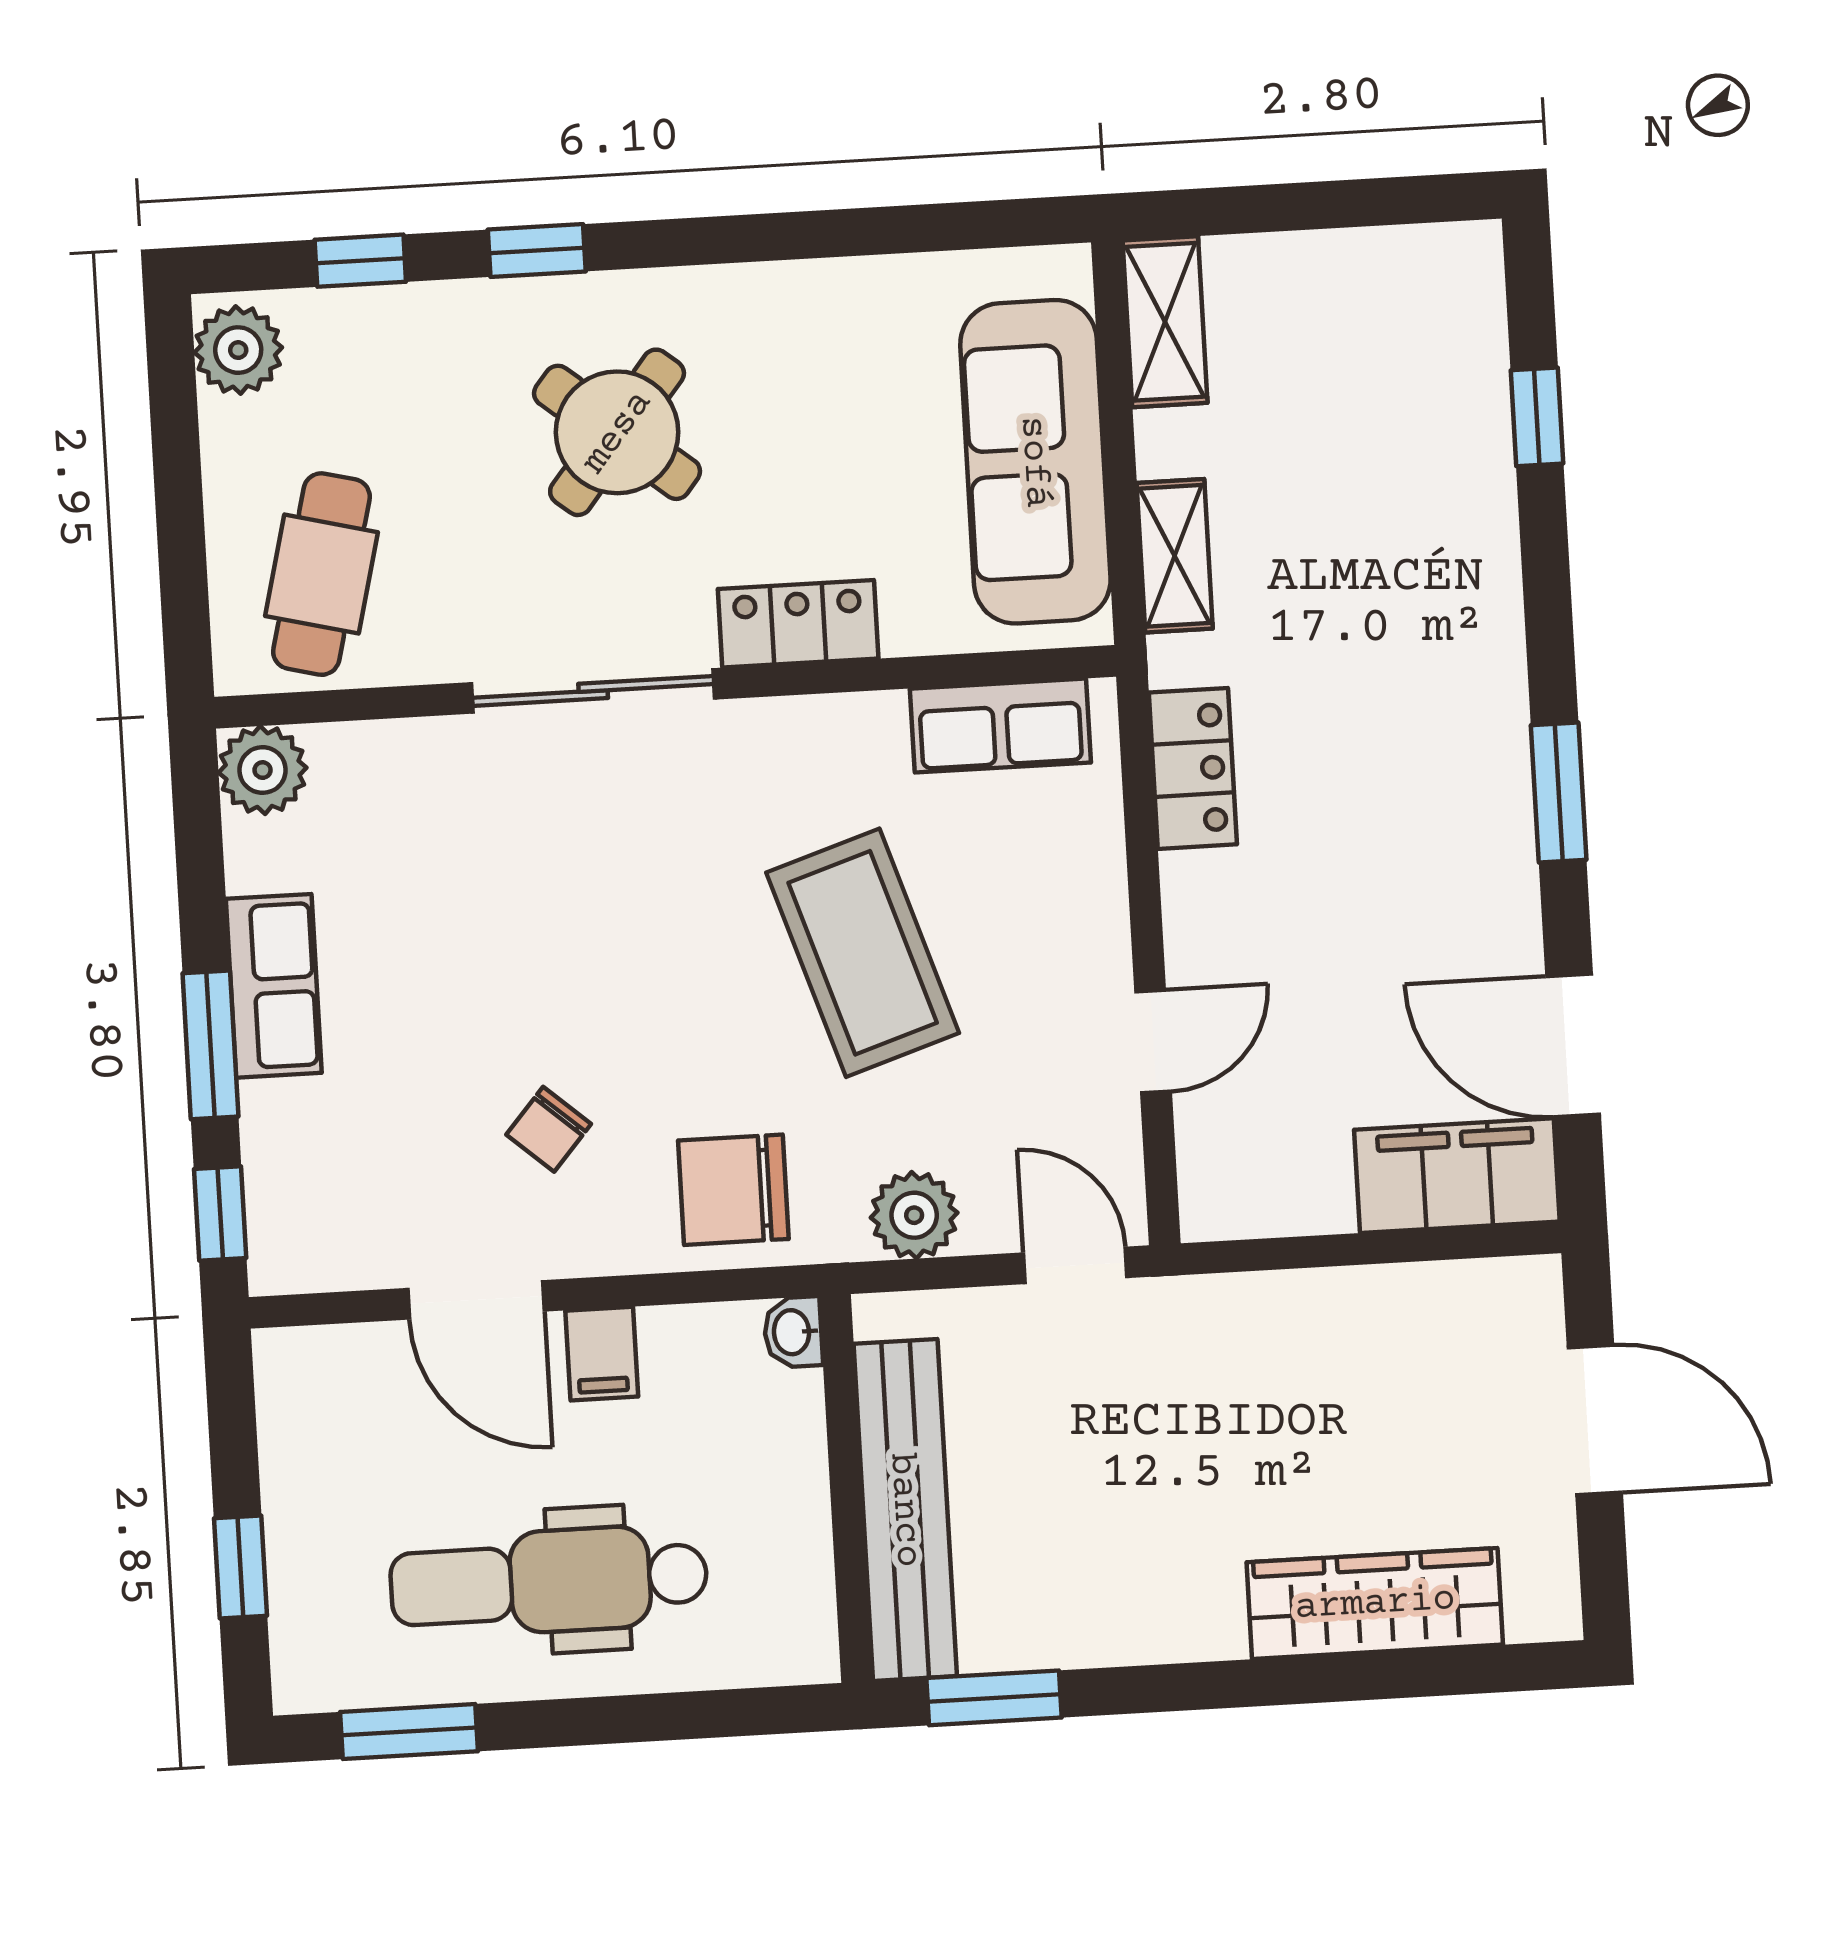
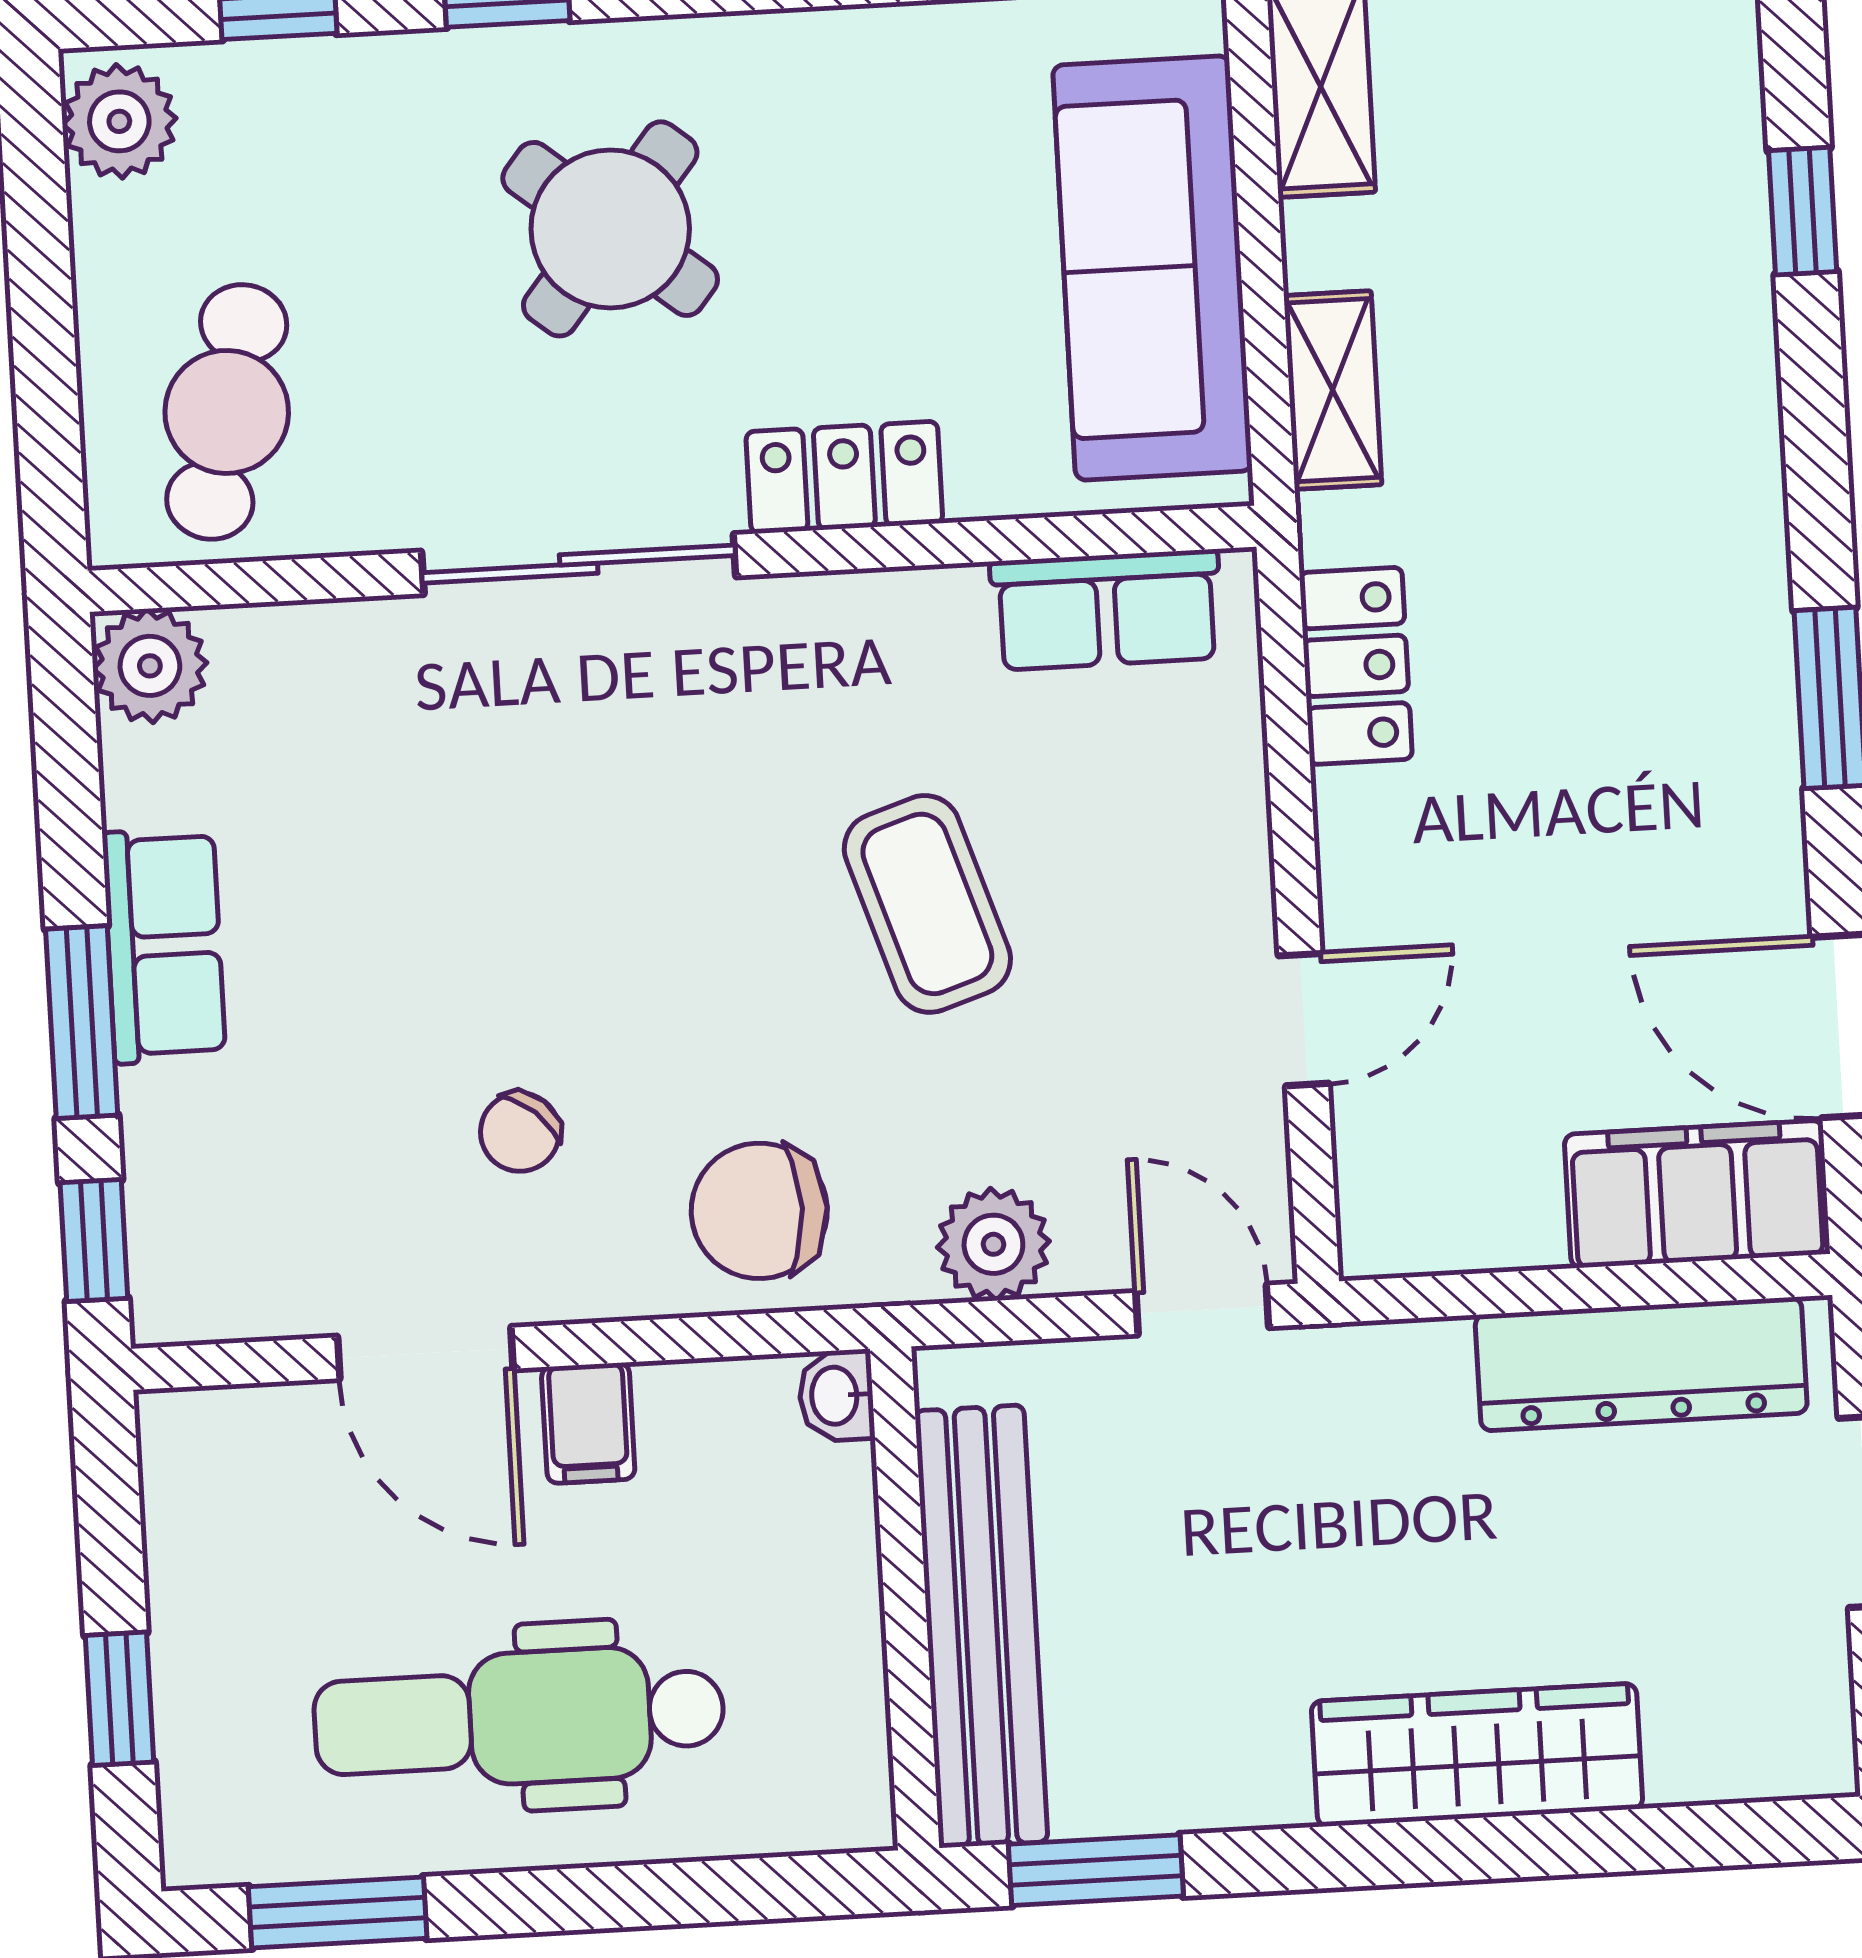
coffee table: (863, 953) -> (927, 904), width x0.73, depth x0.76
dresser: (1414, 1307) -> (1641, 1364), added
wardrobe: (1375, 1603) -> (1477, 1755), moved

